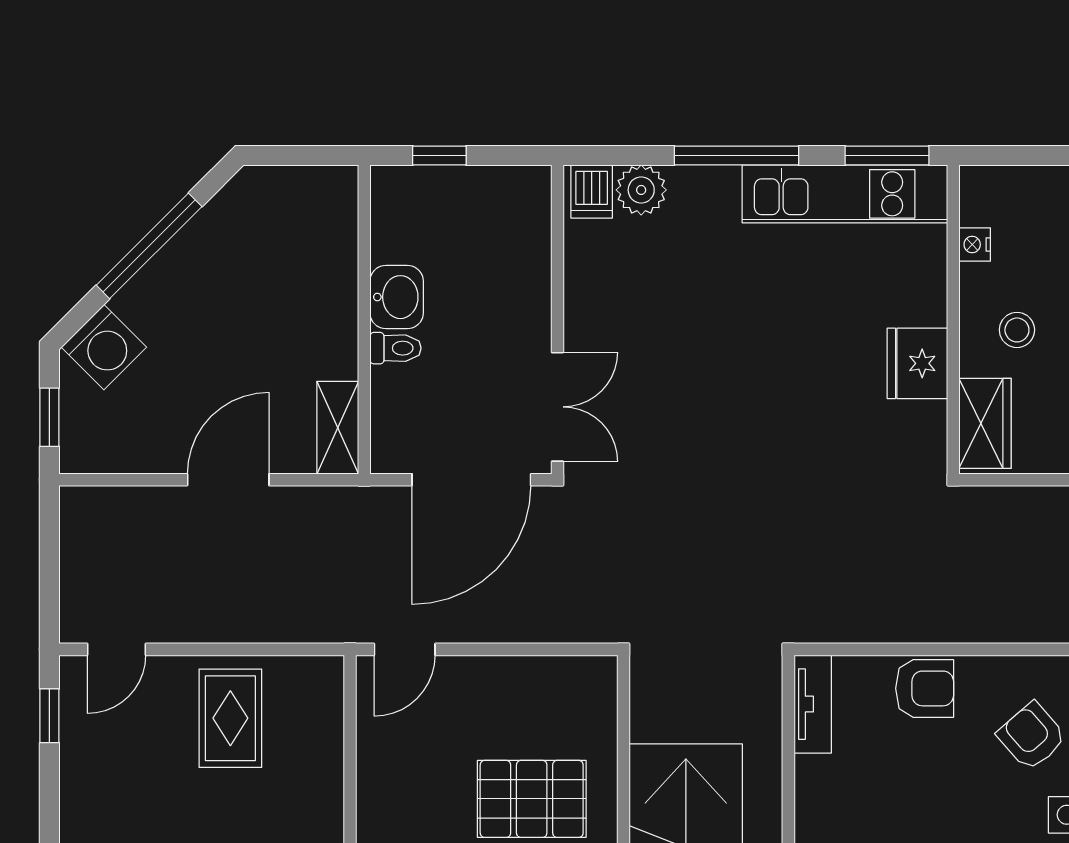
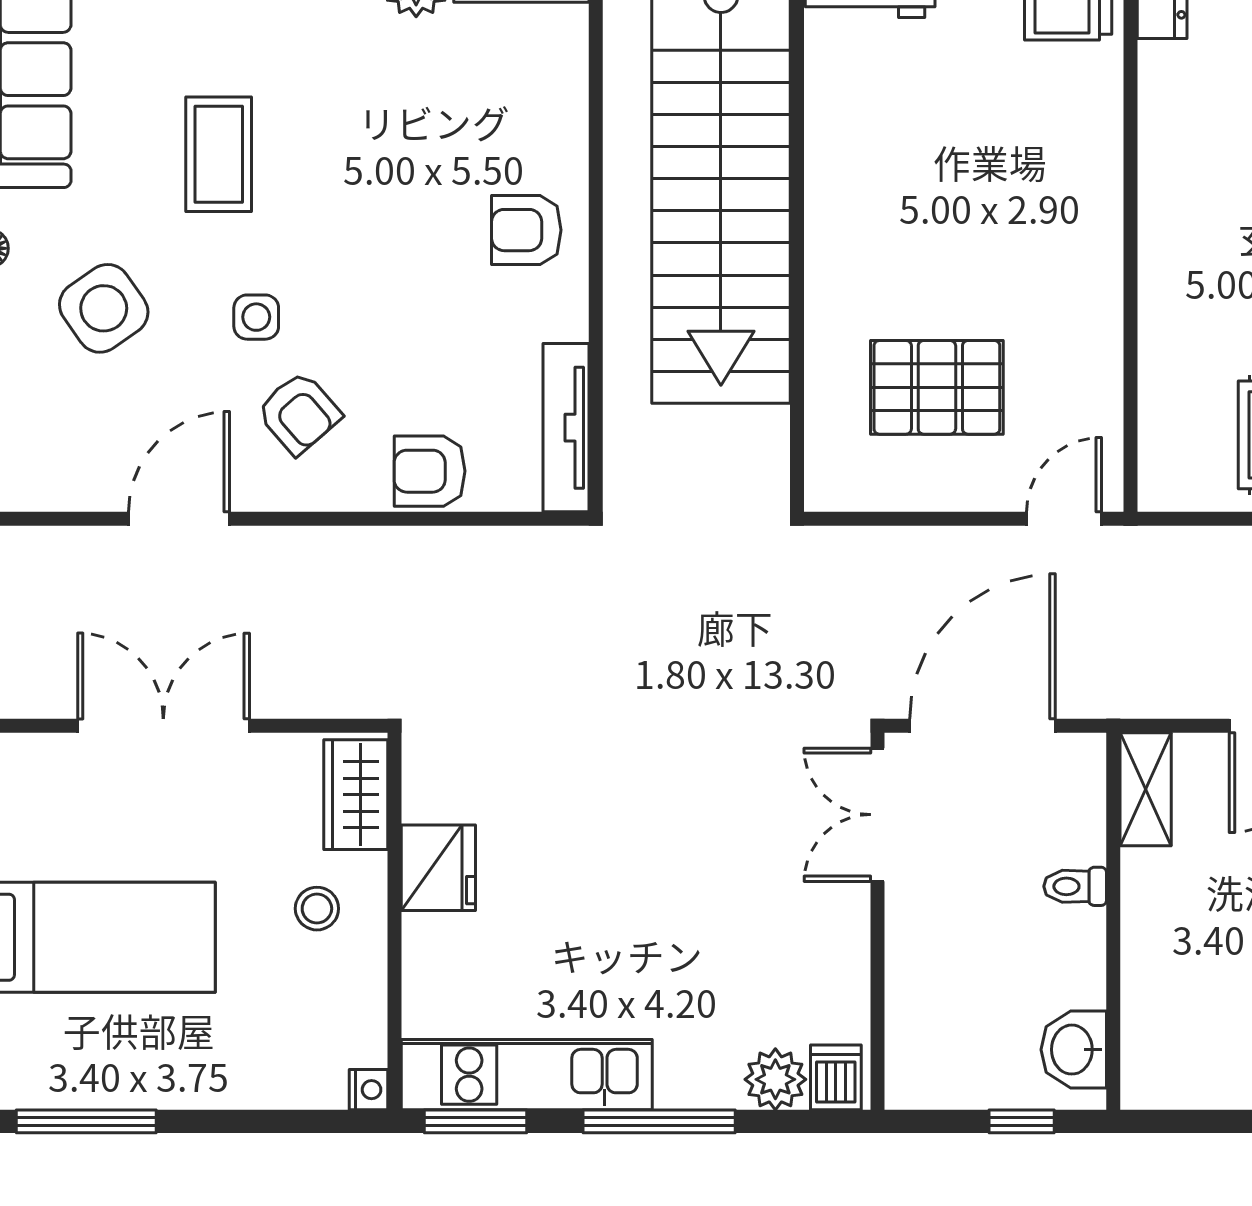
nightstand: (975, 245) -> (368, 1090), moved
washbasin: (397, 297) -> (1074, 1050), moved
tv unit: (813, 704) -> (566, 428), width x1.41
pallet: (532, 799) -> (937, 387), moved

